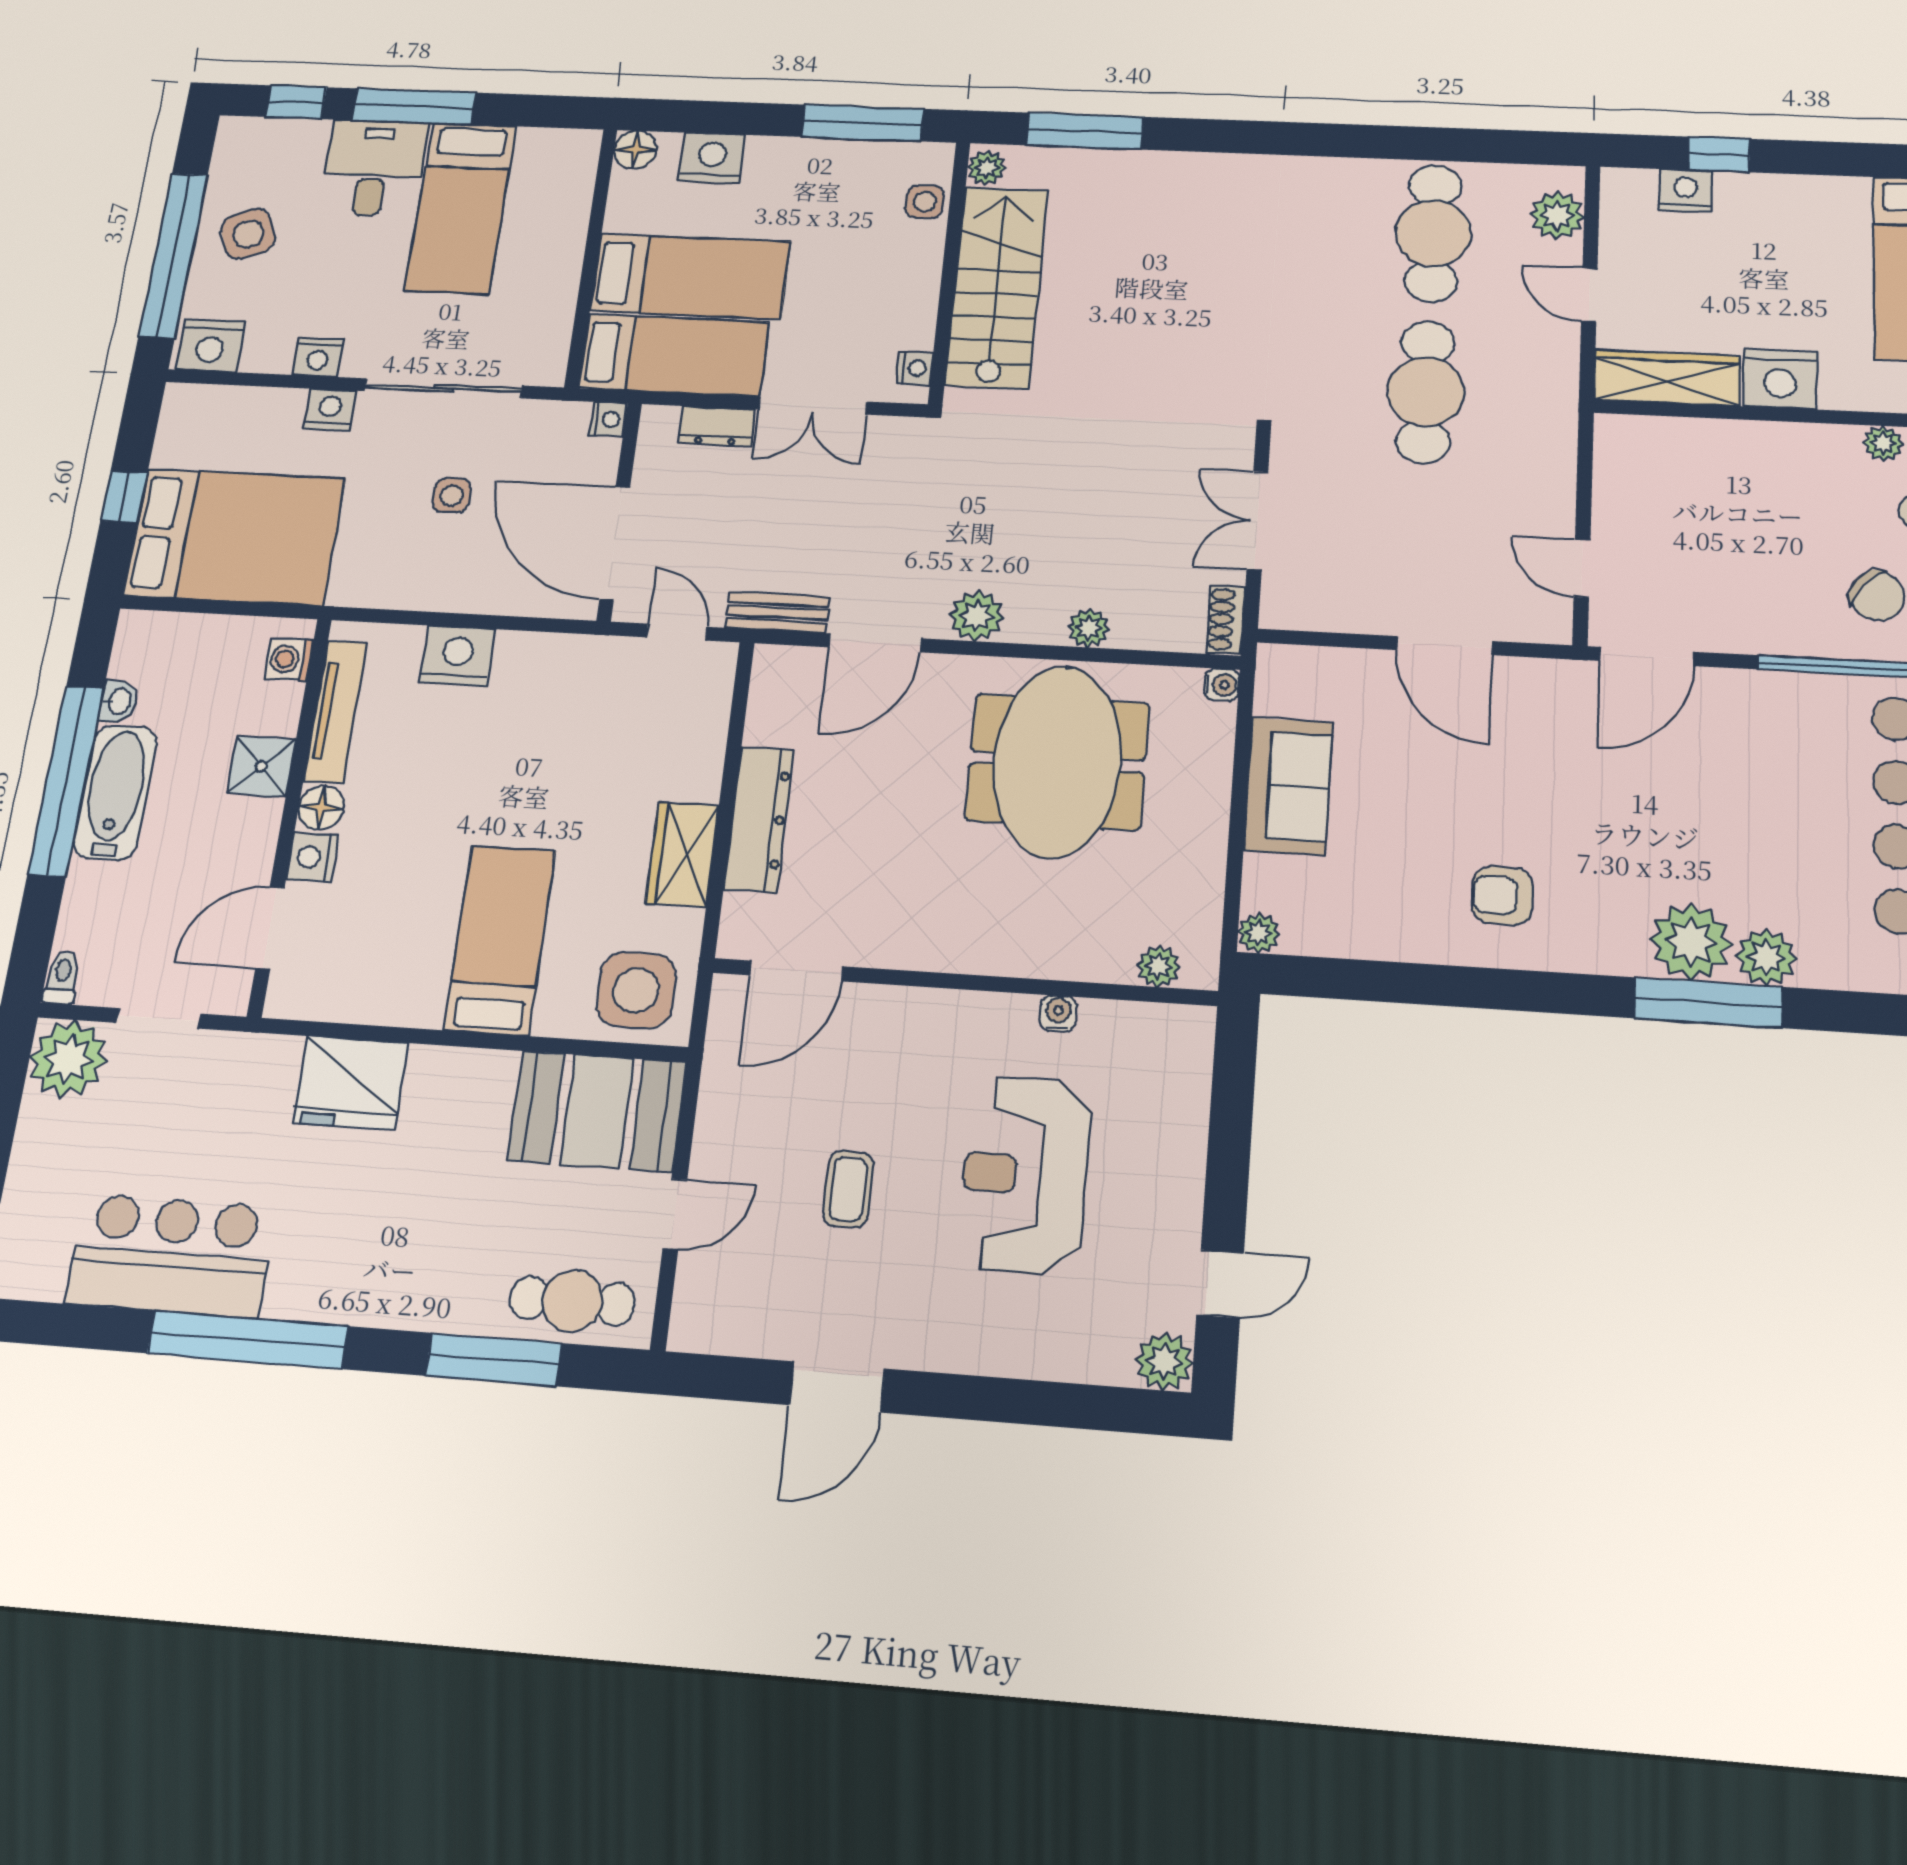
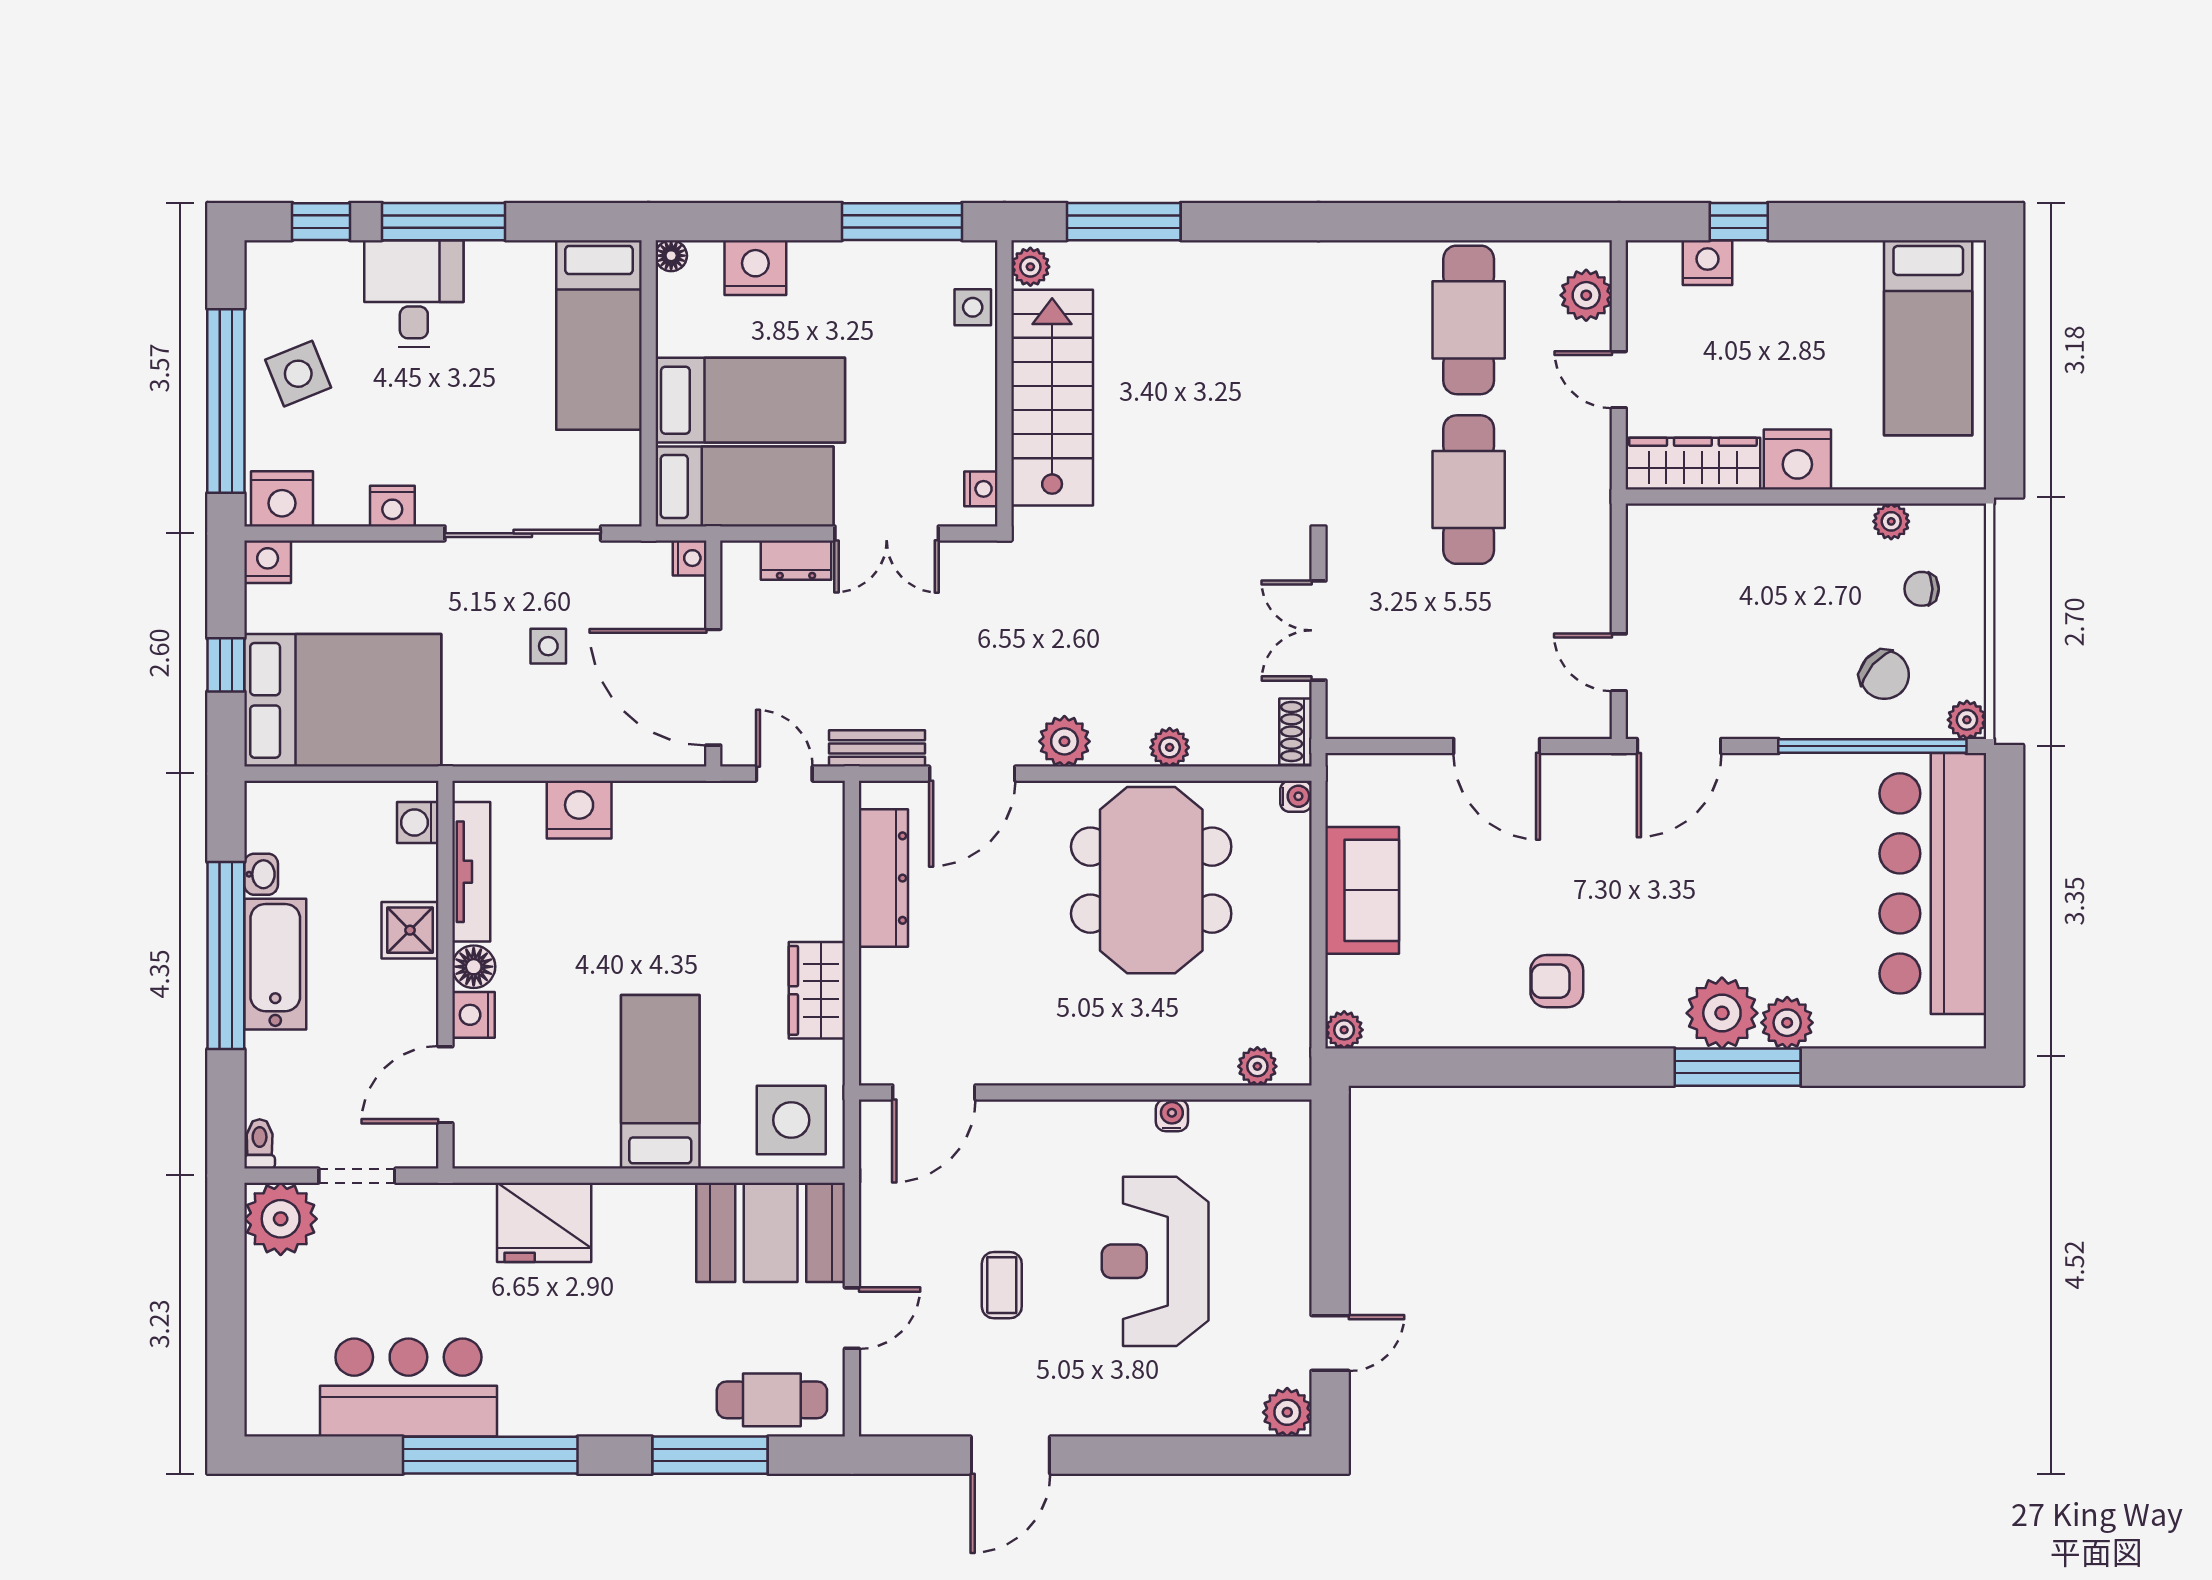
floor lamp: (635, 150) -> (671, 256), width x0.73, depth x0.73
bed: (461, 208) -> (599, 335), moved
nightstand: (330, 410) -> (268, 562), moved
dresser: (759, 819) -> (883, 878), moved

